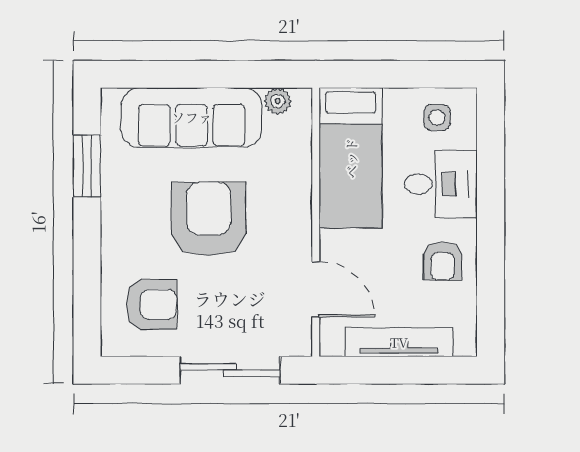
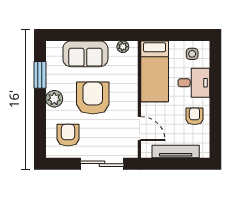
sofa: (192, 117) -> (85, 54), width x0.73
plant: (120, 221) -> (54, 99), added
armchair: (442, 261) -> (194, 116), turned 180
armchair: (152, 304) -> (68, 135), turned -90

